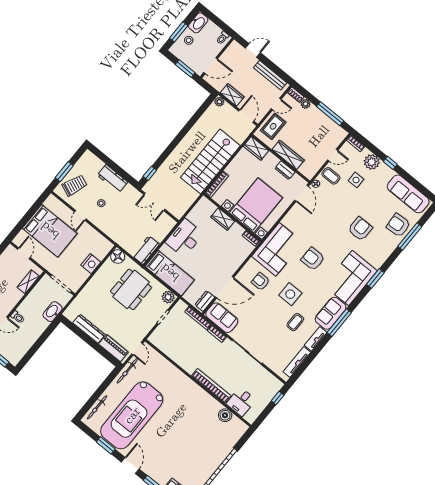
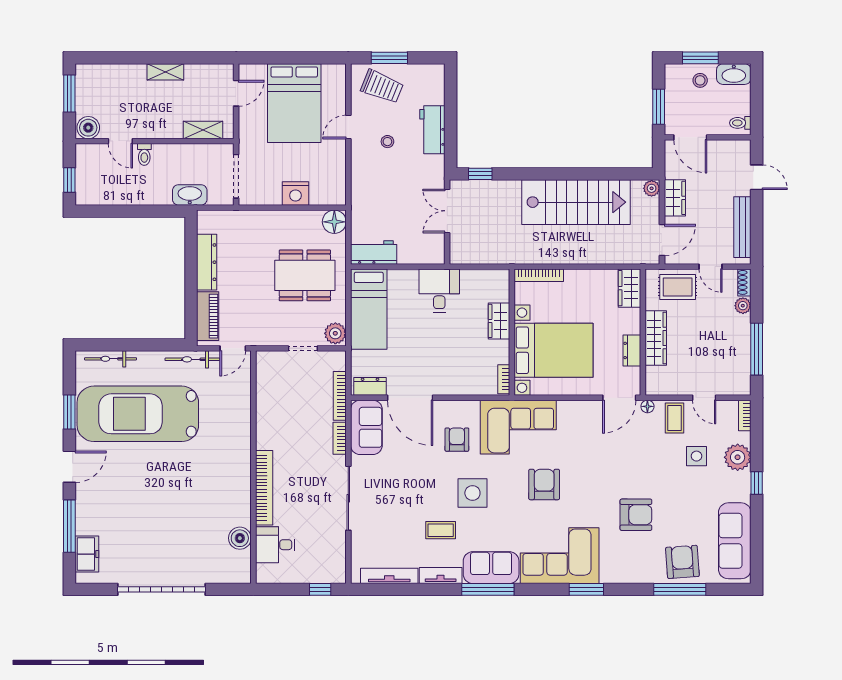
stairs: (210, 162) -> (576, 202), moved, turned 180
desk: (184, 238) -> (439, 291), width x0.73

